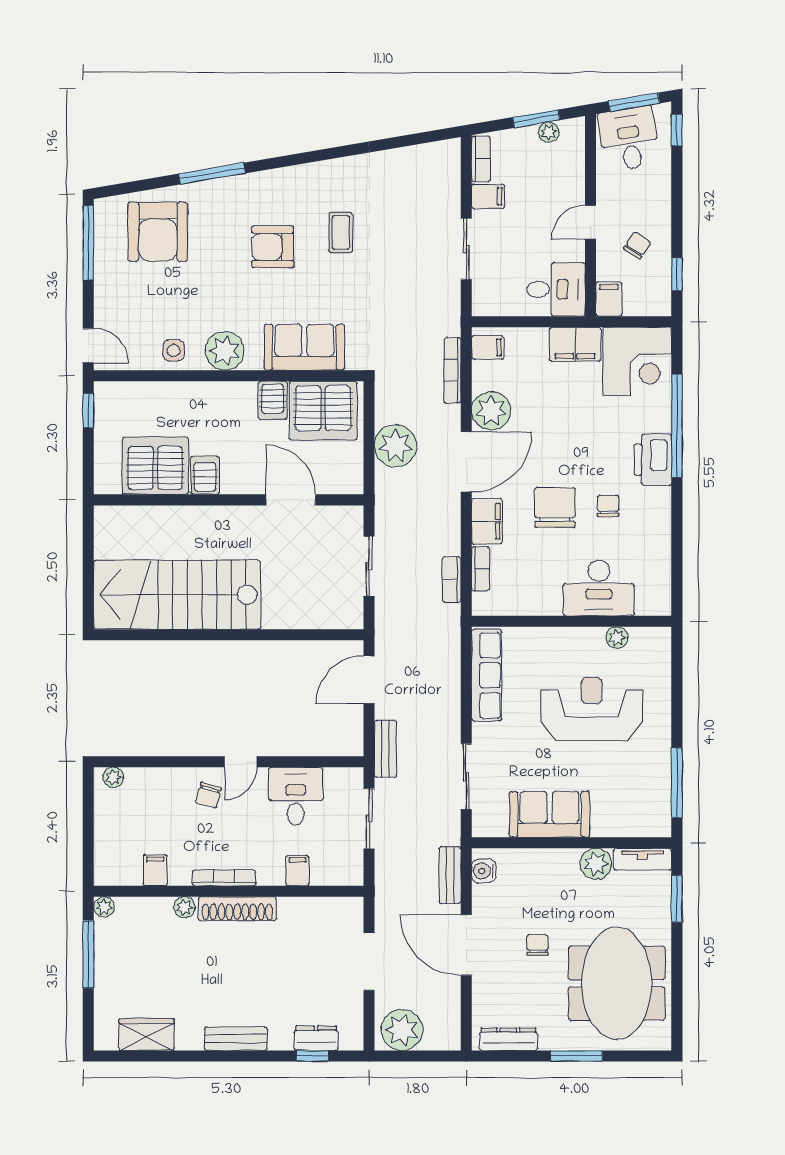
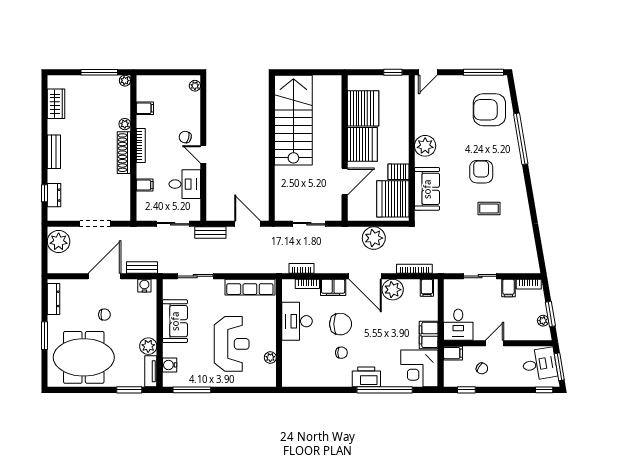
window: (212, 174) -> (521, 139), width x1.46
door: (590, 222) -> (494, 343), hinge flipped
side table: (174, 350) -> (425, 118), removed
server rack: (205, 475) -> (362, 144), width x2.18, depth x1.44
desk: (599, 588) -> (297, 321), moved
water cooler: (631, 824) -> (170, 365), added

